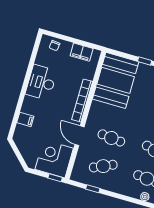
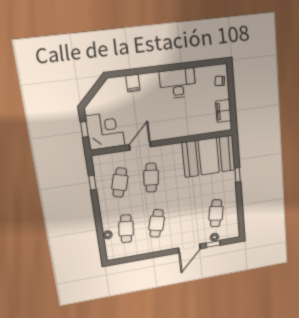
bookcase: (82, 100) -> (176, 133), removed
cafe table: (103, 166) -> (120, 182), turned 39
window: (55, 178) -> (84, 129), moved

